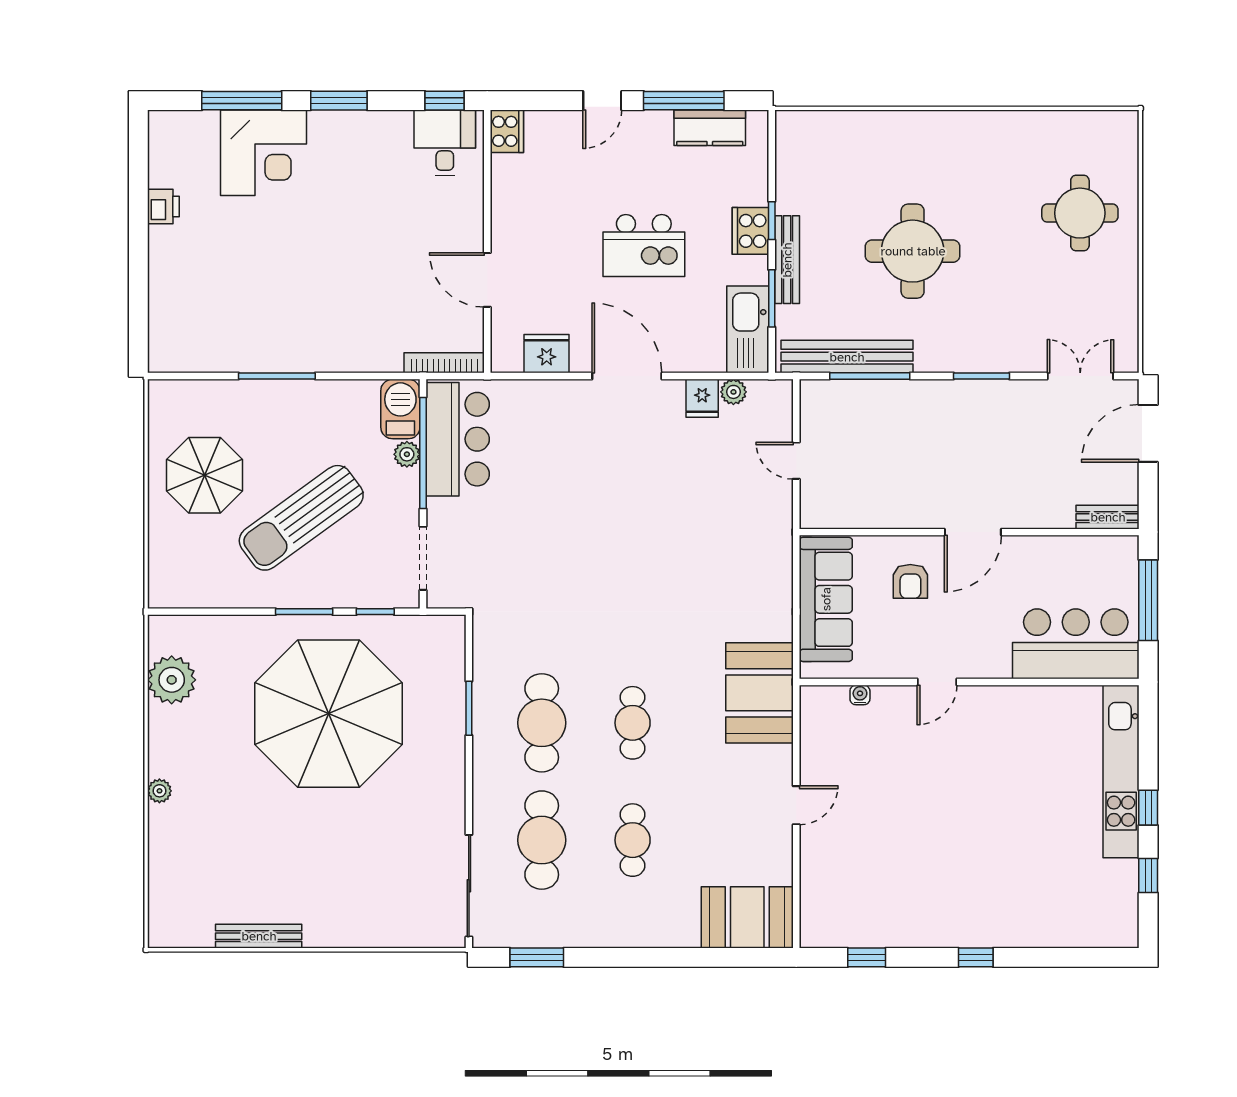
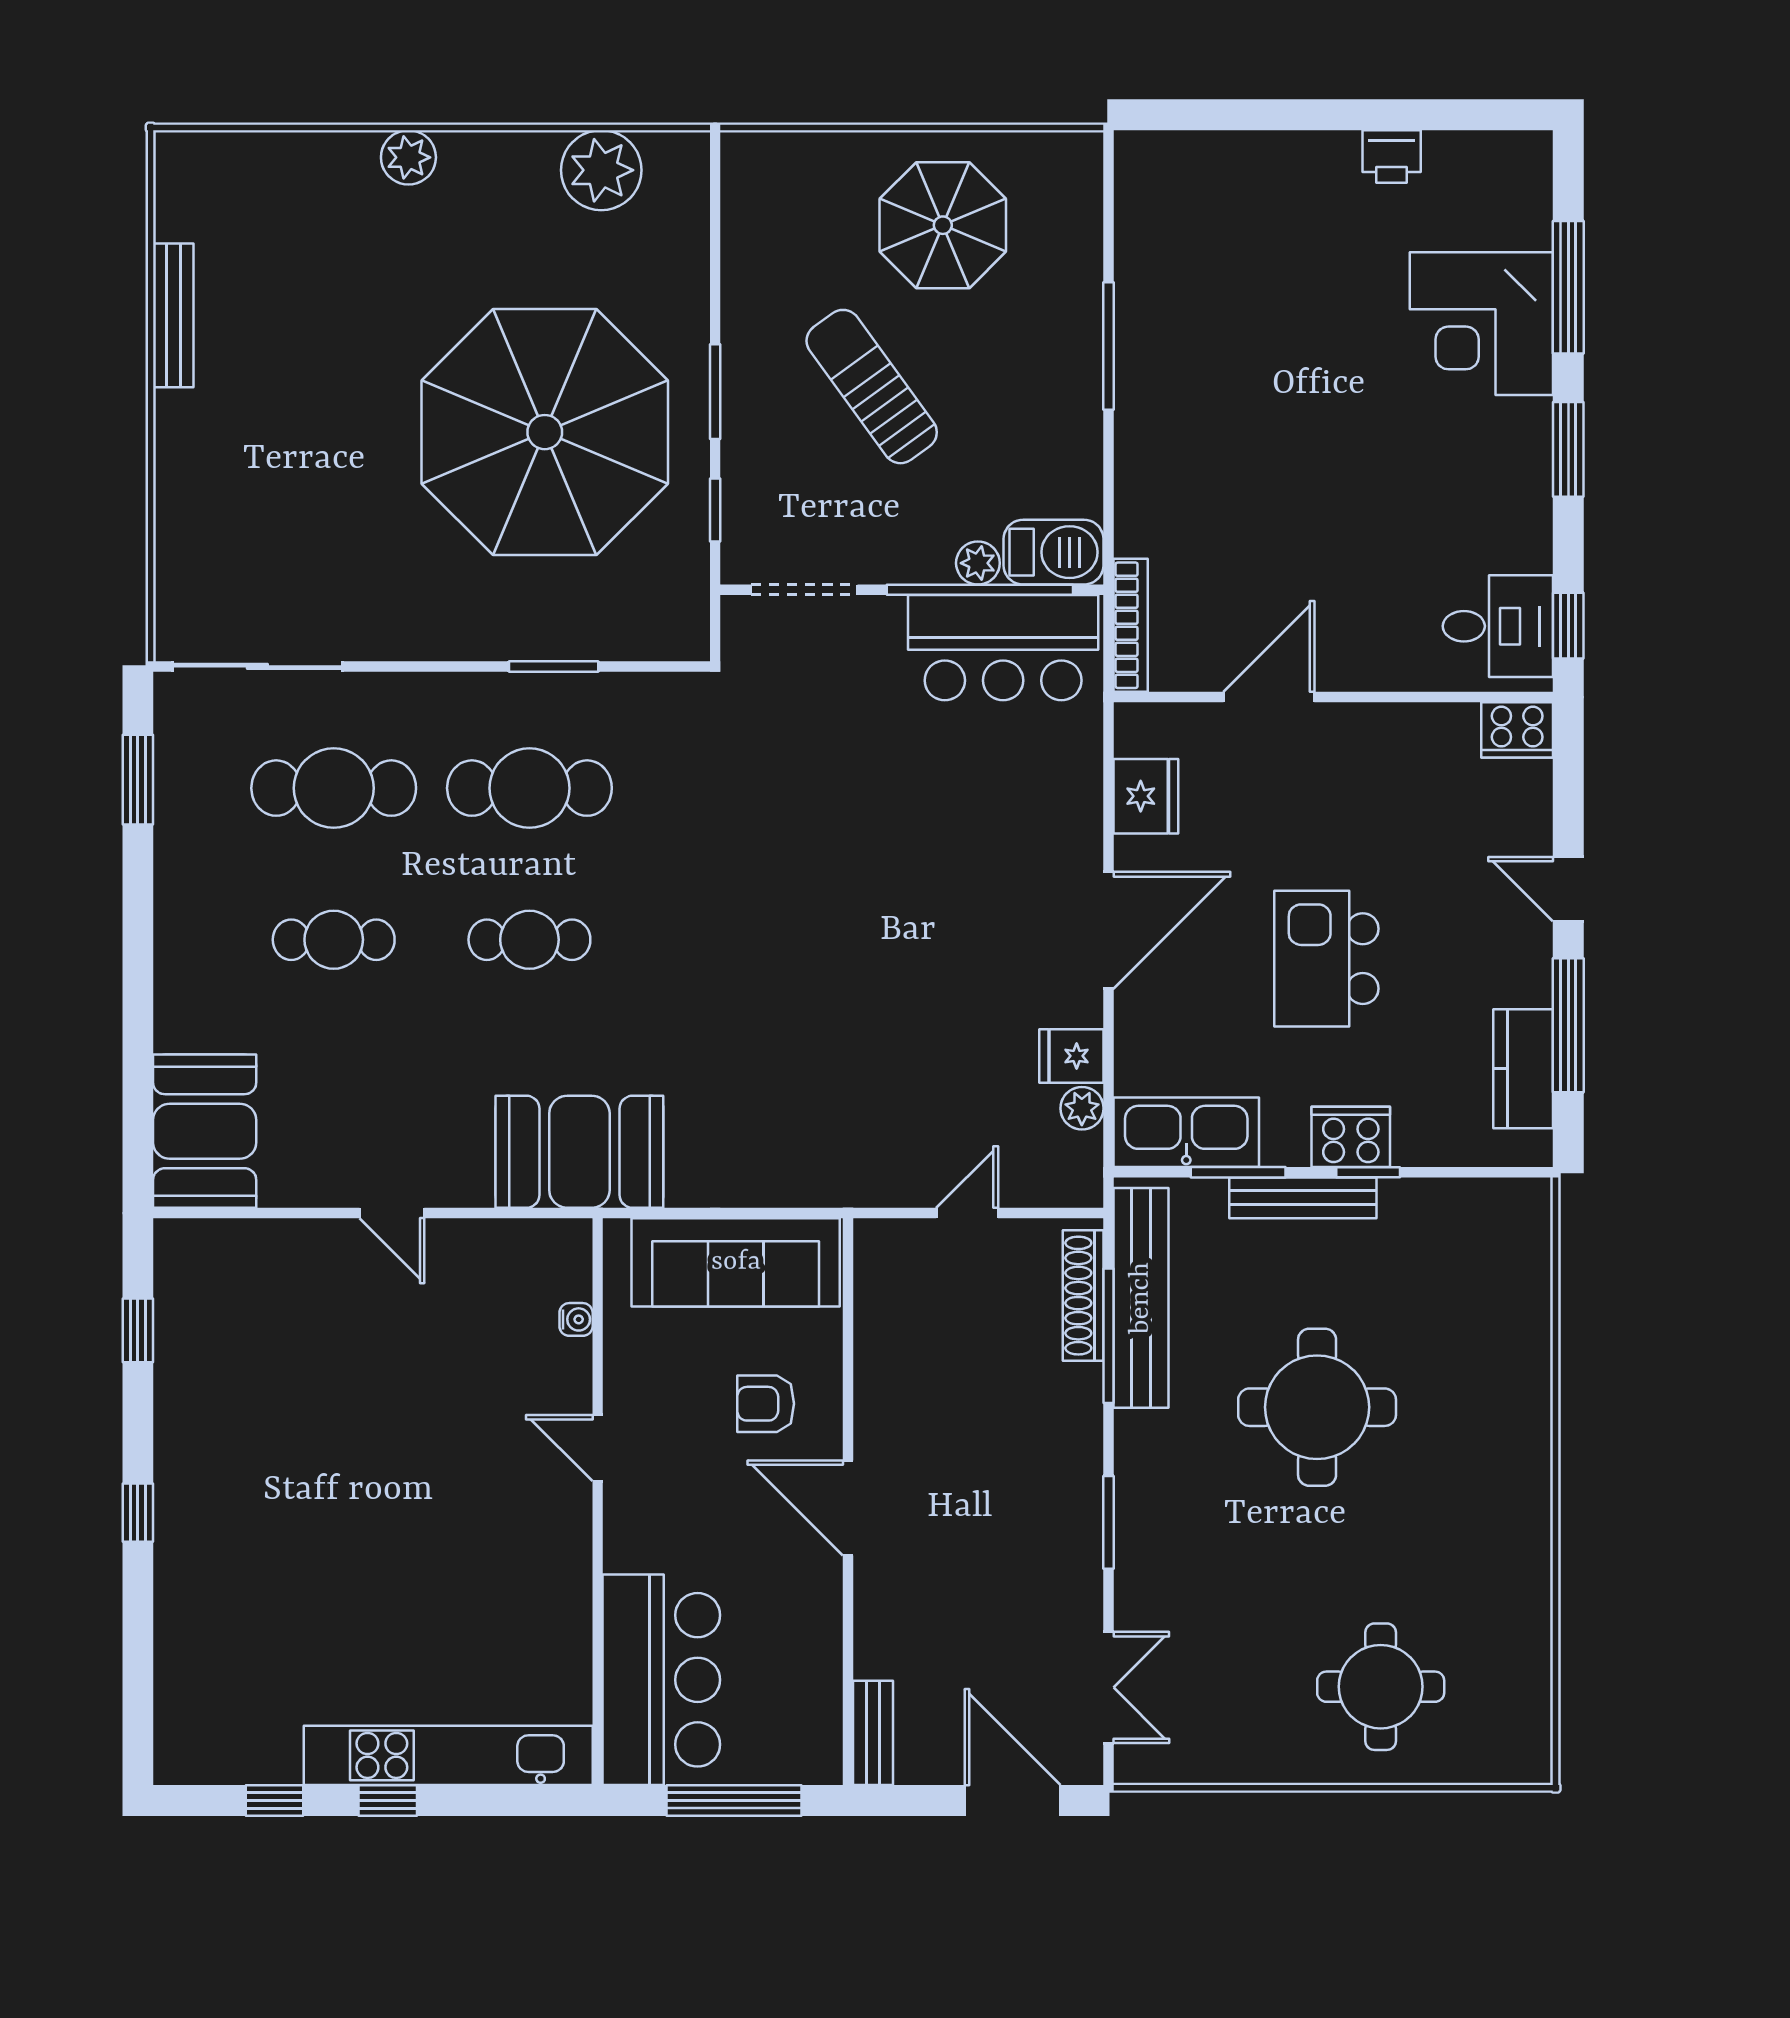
shoe rack: (846, 391) -> (1083, 1296), added
sun lounger: (301, 518) -> (872, 387), width x0.73, depth x0.75
plant: (159, 791) -> (408, 157), width x1.38, depth x1.38

